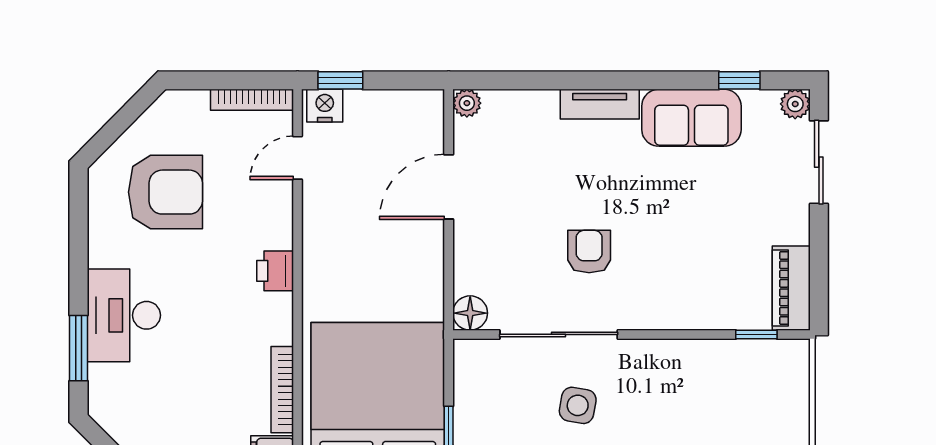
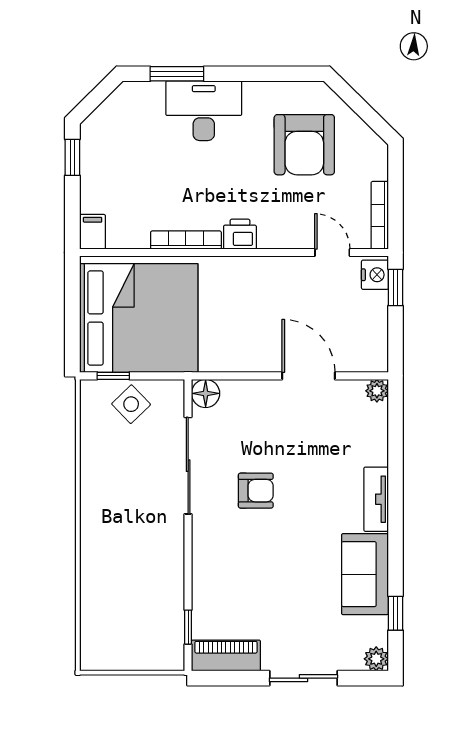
sliding door: (819, 162) -> (303, 678), moved
bookcase: (282, 390) -> (186, 240), moved
side table: (578, 405) -> (131, 404), moved, turned 36

